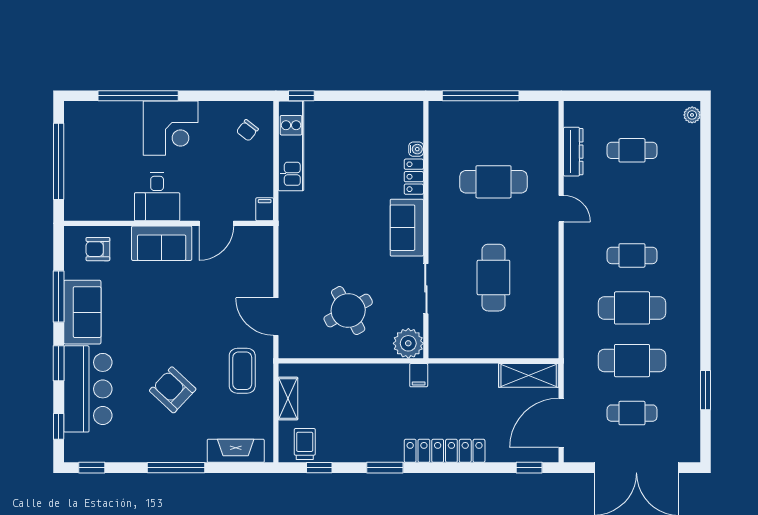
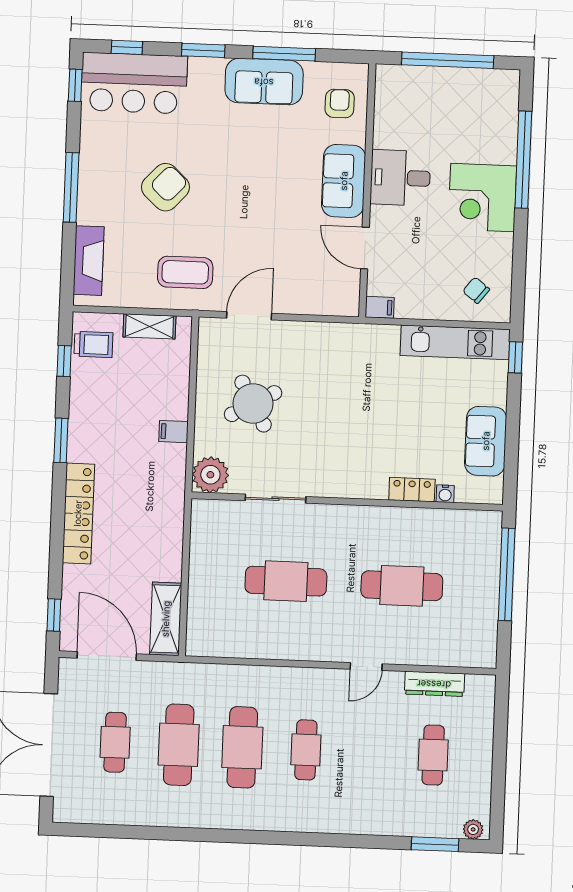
cafe table: (493, 182) -> (402, 586), turned 90
sofa: (407, 228) -> (486, 441), moved, turned -90
filing cabinet: (419, 375) -> (173, 432), moved
bar counter: (88, 389) -> (134, 83), moved
window: (706, 390) -> (435, 844), moved

